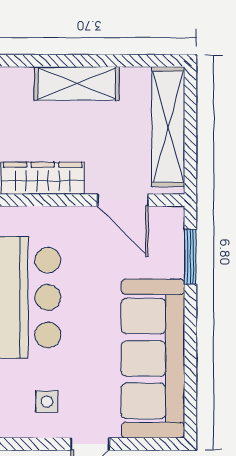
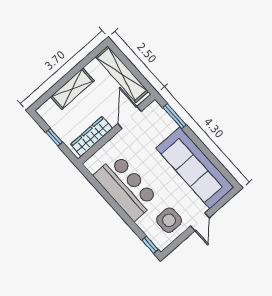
door: (123, 200) -> (130, 118), swing flipped
side table: (47, 402) -> (169, 220), width x1.87, depth x1.87

